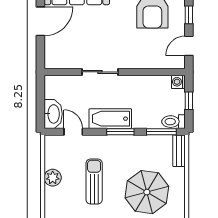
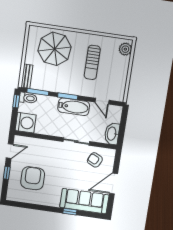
armchair: (71, 50) -> (95, 160), added
washing machine: (178, 82) -> (26, 123), width x1.89, depth x1.89
window: (189, 101) -> (16, 101), moved
washbasin: (53, 114) -> (112, 134), moved
plant: (53, 178) -> (125, 49), moved

